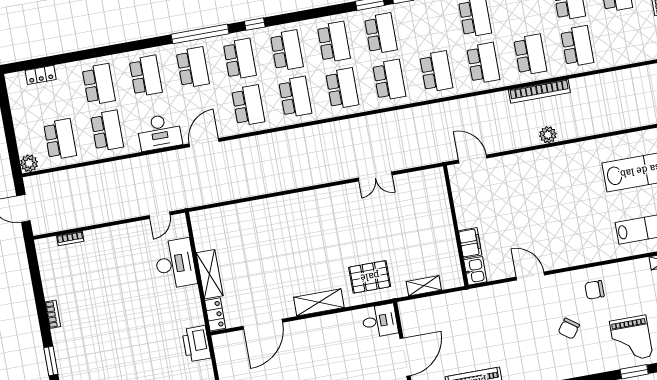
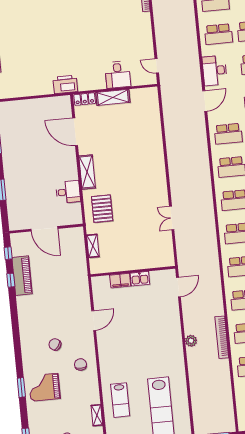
door: (204, 143) -> (205, 101), hinge flipped
desk: (175, 264) -> (118, 75), width x0.73
kitchen sink: (475, 271) -> (140, 279), moved
desk: (380, 321) -> (68, 192), moved, turned -90

